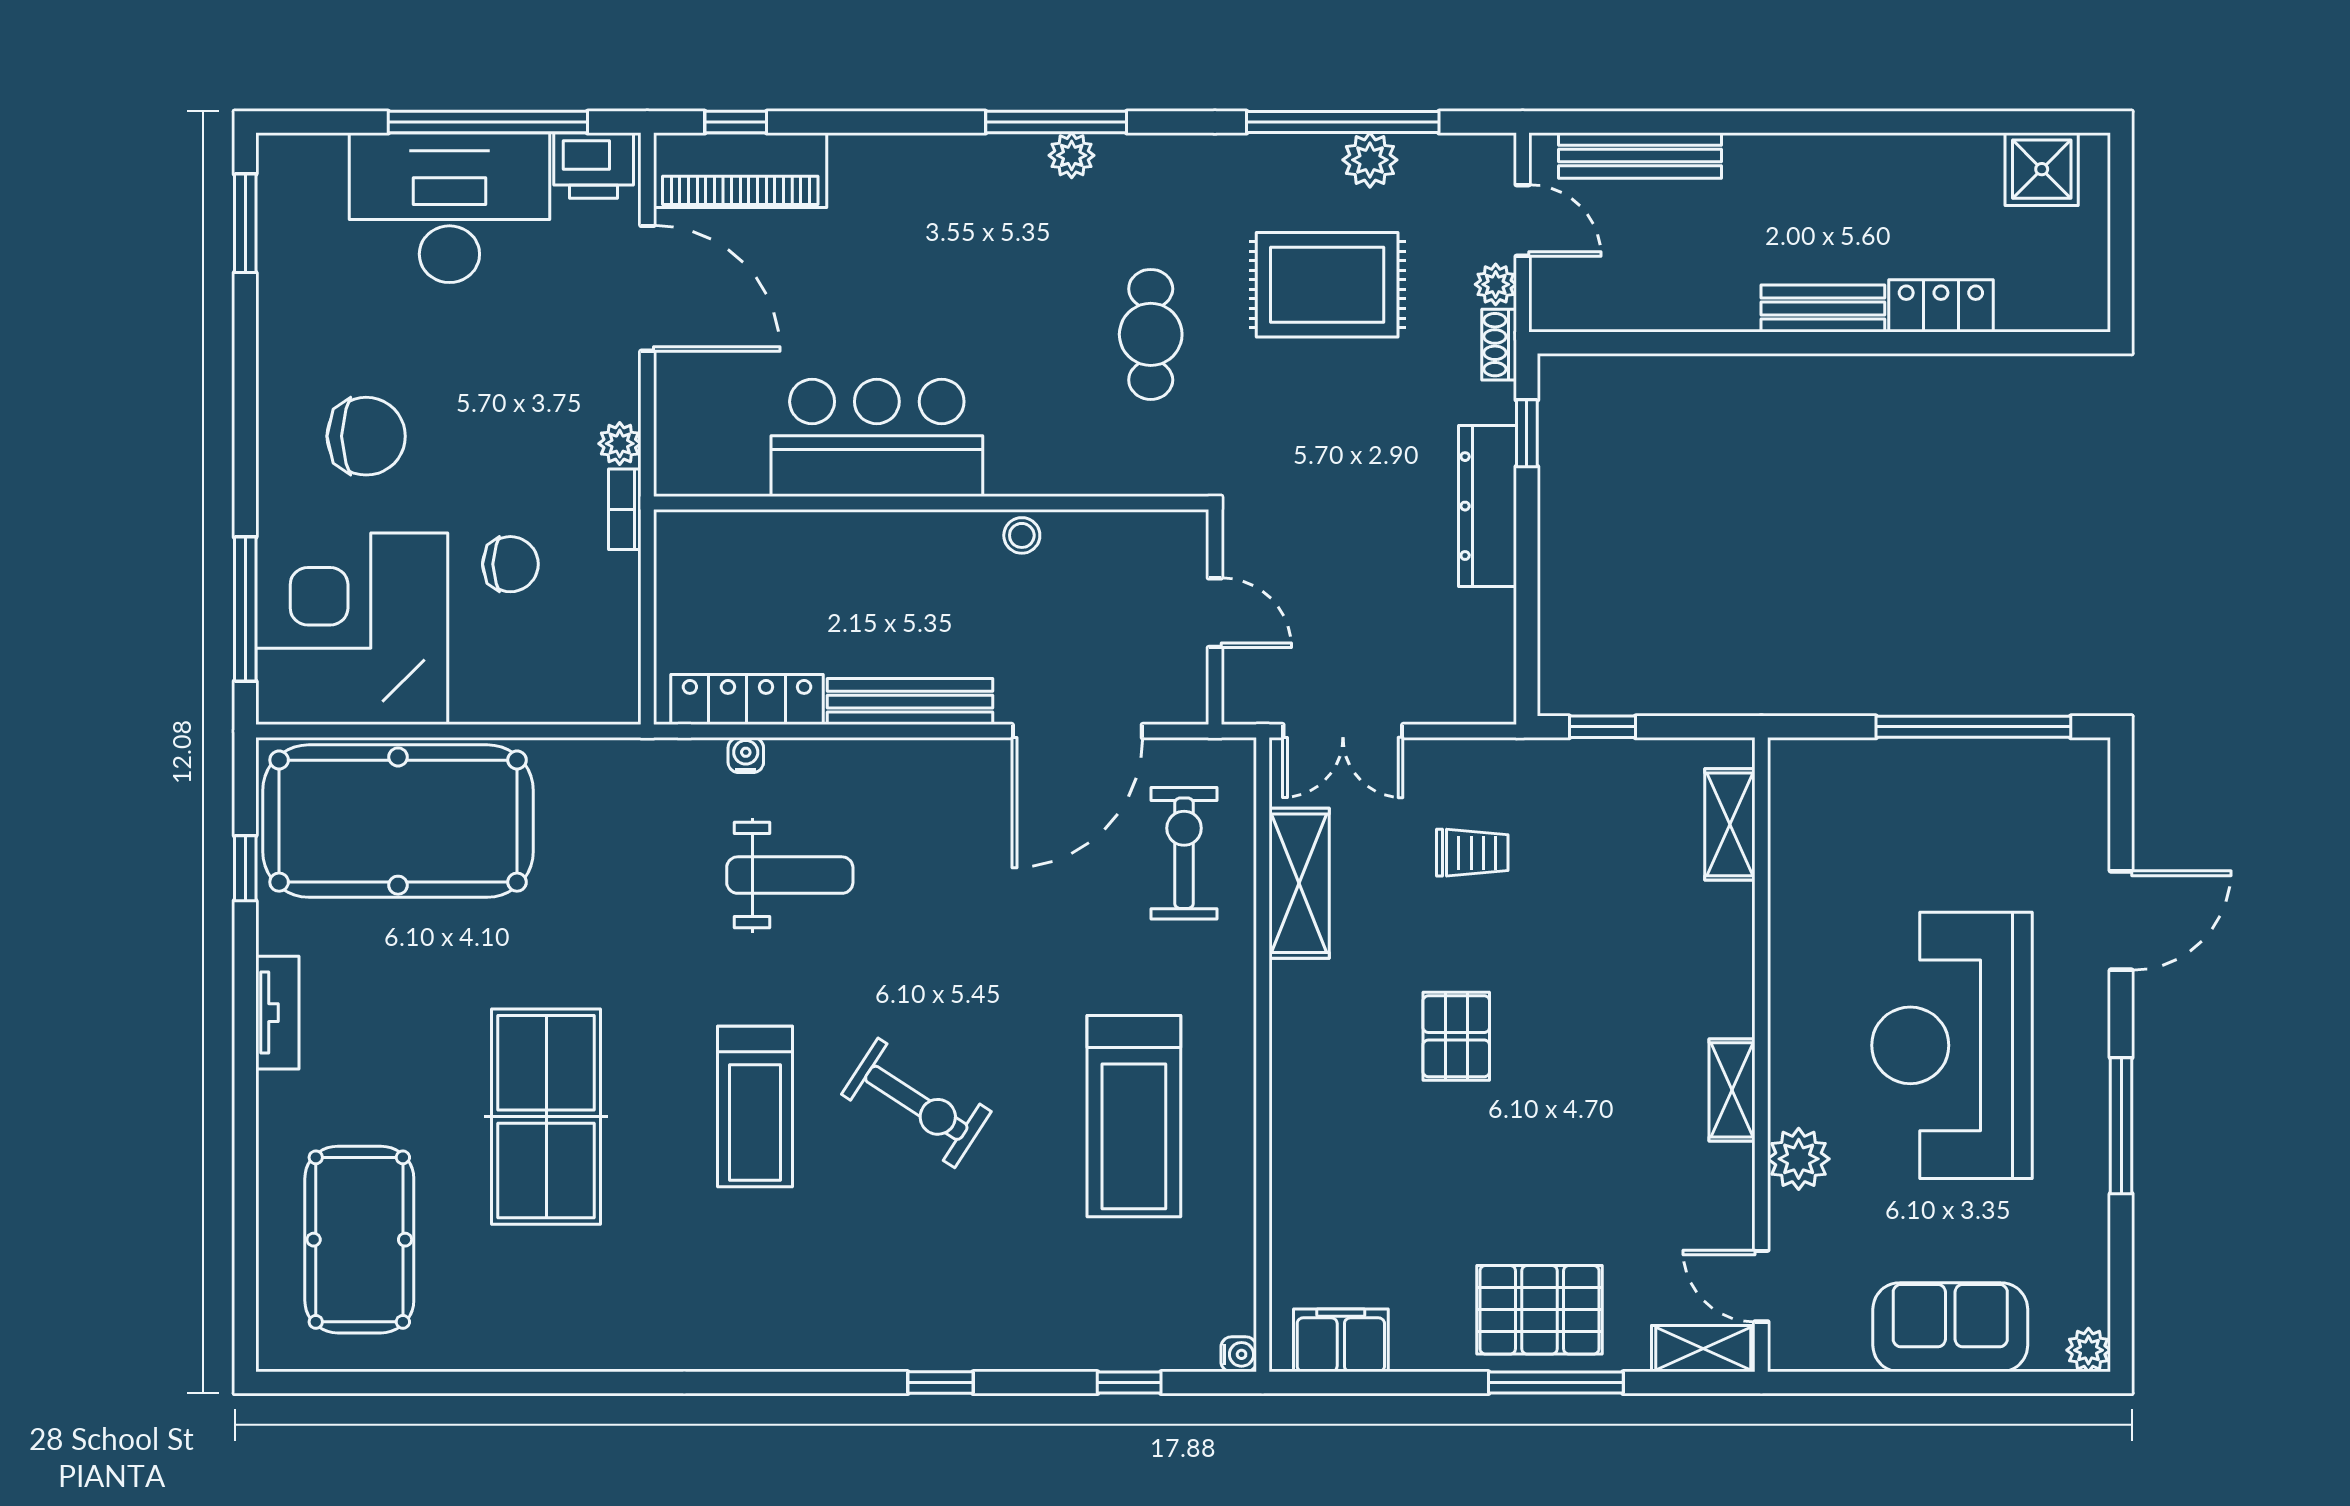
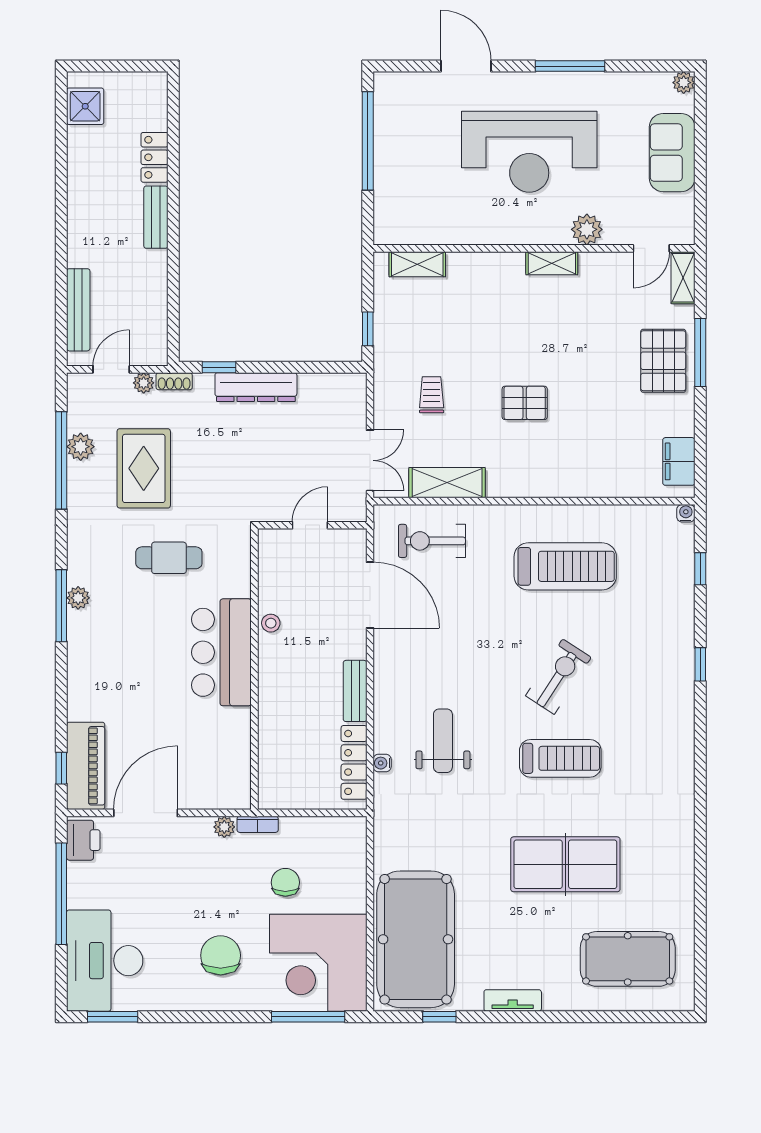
desk: (449, 208) -> (105, 961), moved
bar counter: (877, 438) -> (221, 652), moved
bench: (910, 702) -> (355, 691), width x0.73

